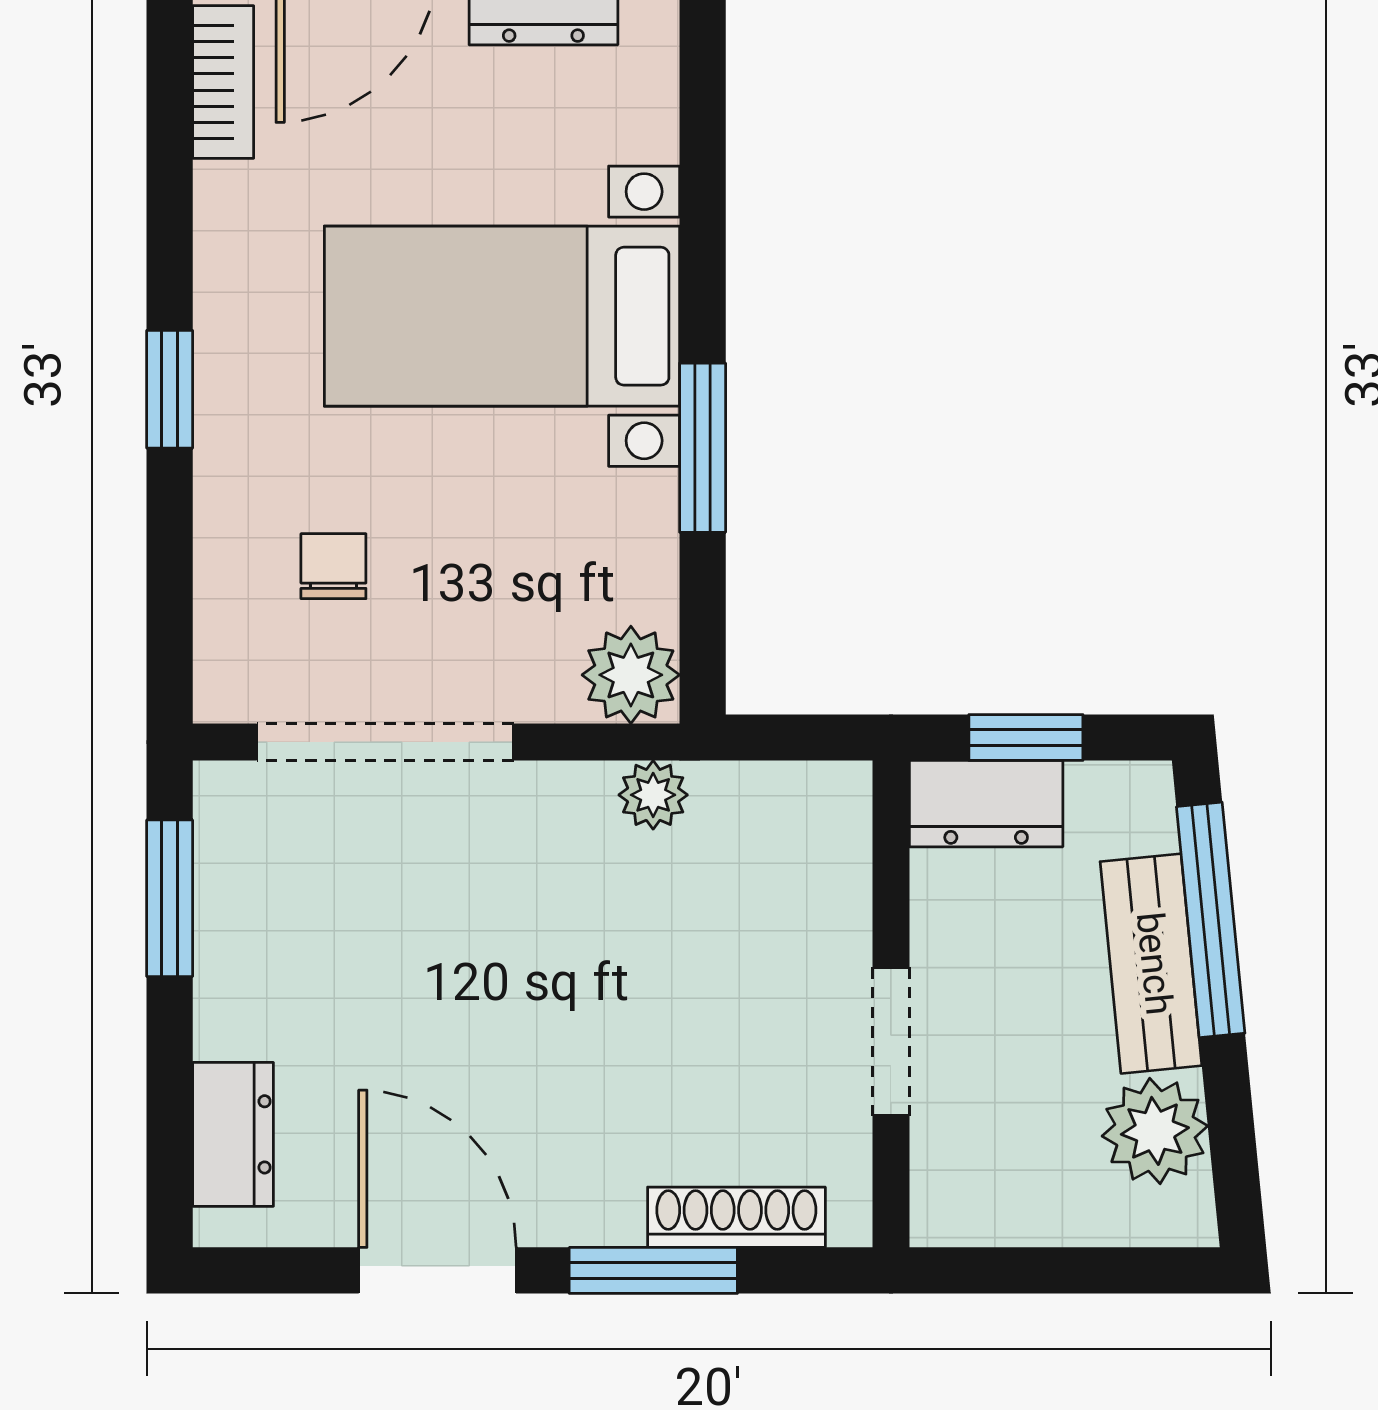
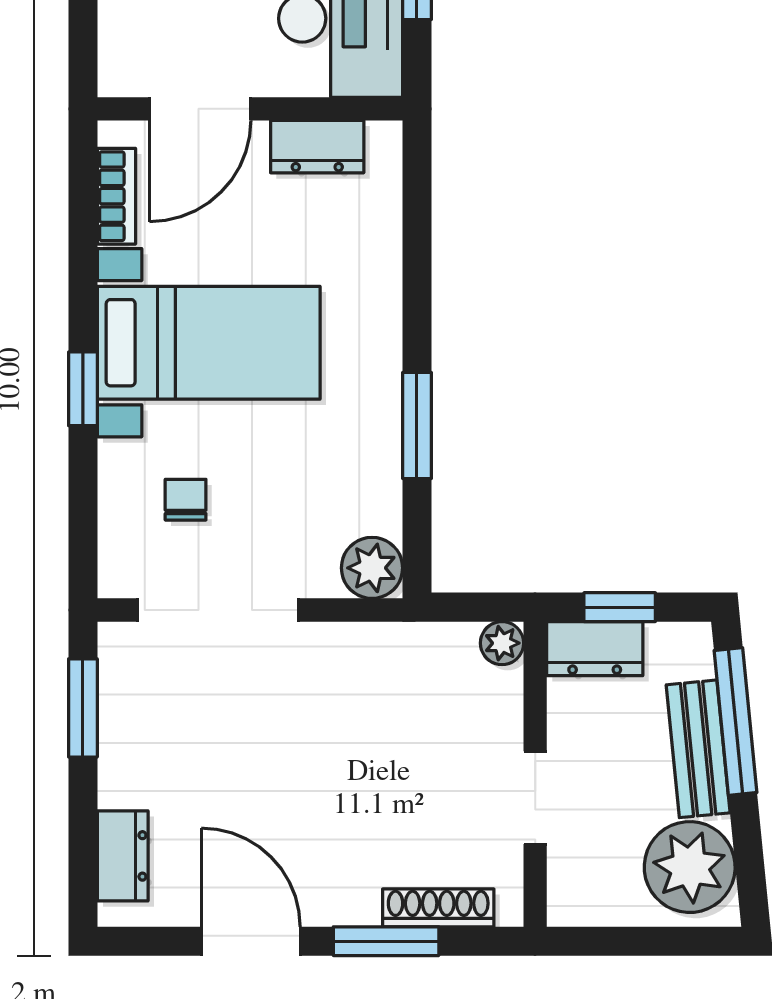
bed with nightstands: (502, 316) -> (209, 343), moved, turned 180
plant: (653, 795) -> (502, 643), moved
plant: (1155, 1131) -> (690, 867), width x1.36, depth x1.36

